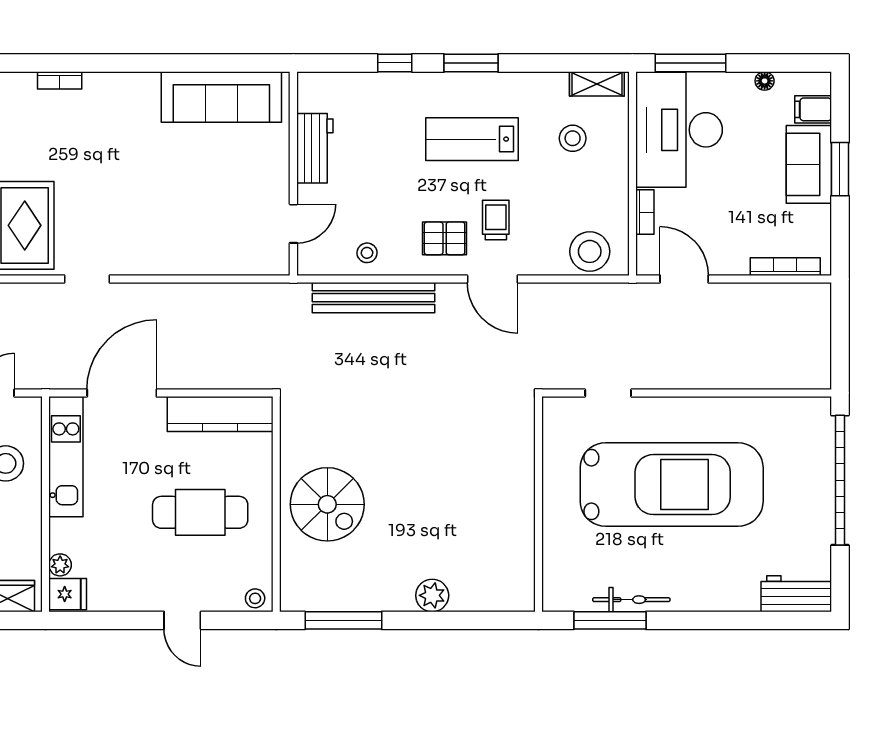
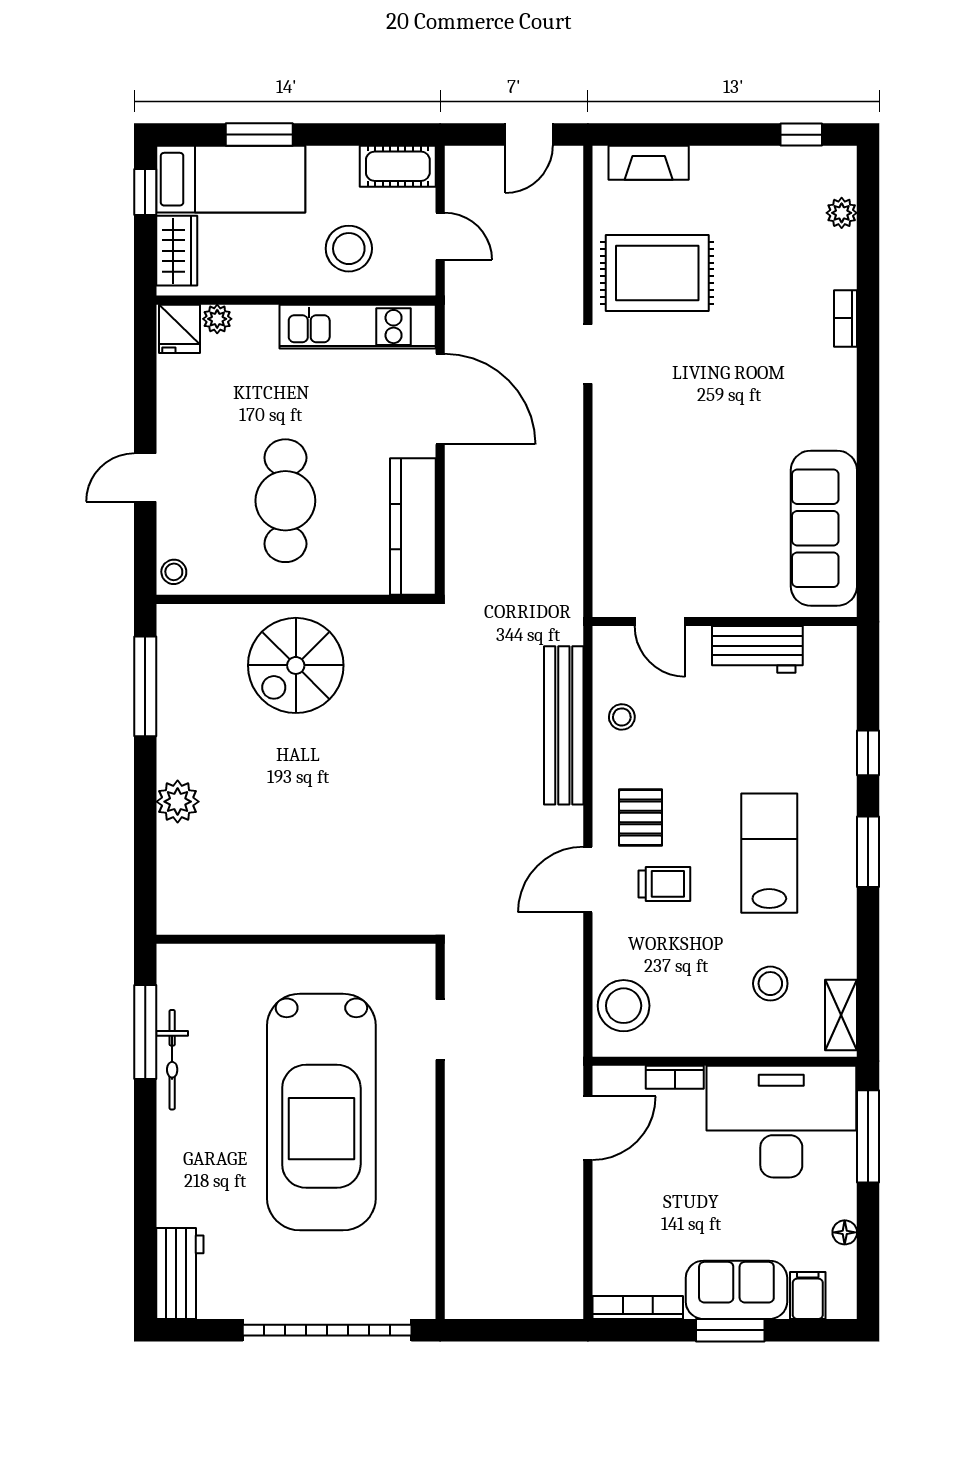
bookcase: (785, 267) -> (638, 1308), moved, turned -90

